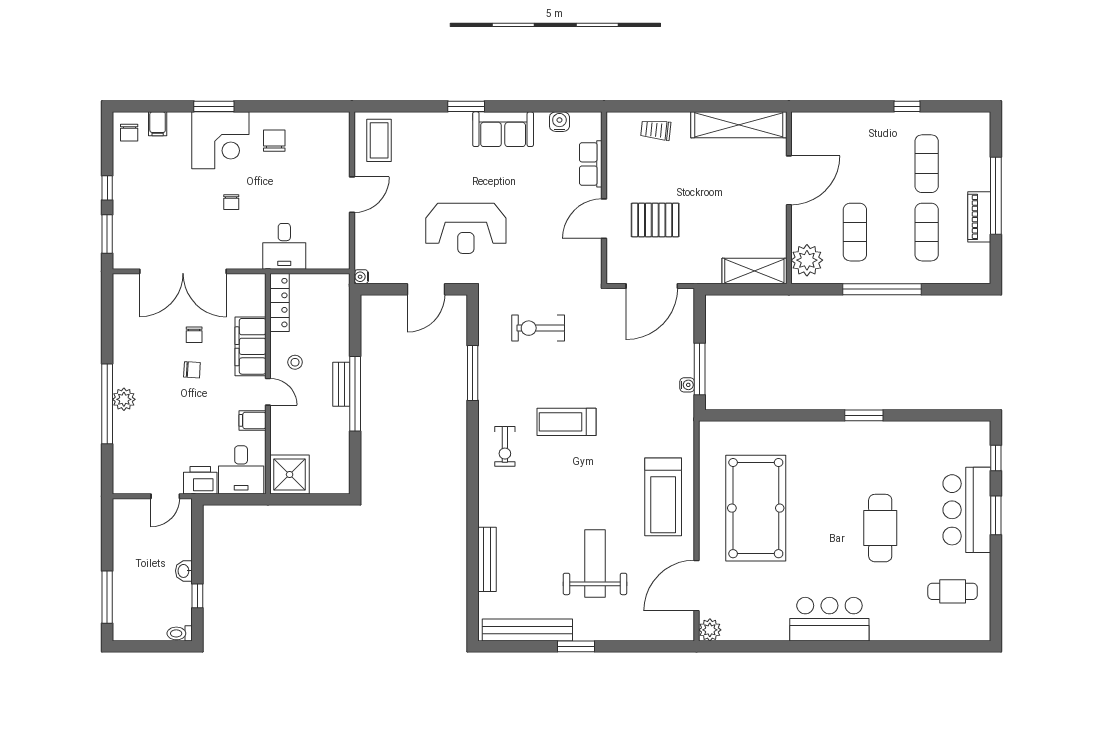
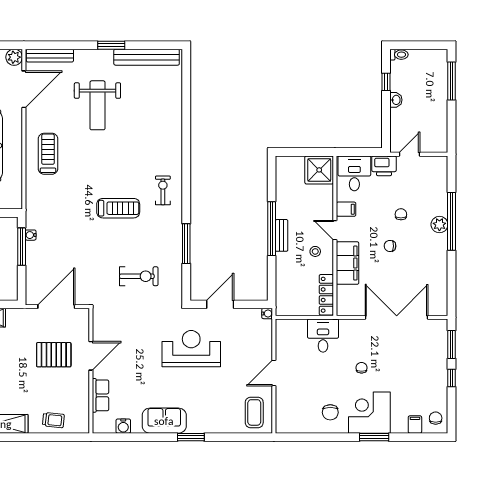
chair: (194, 335) -> (401, 214), moved
treadmill: (663, 497) -> (48, 154), width x0.73, depth x0.73
bench: (487, 559) -> (50, 56), moved, turned 90

